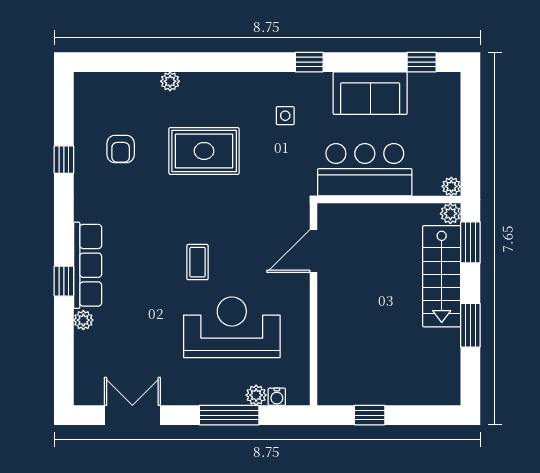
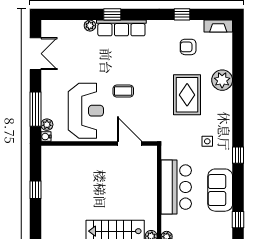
plant: (170, 81) -> (222, 80), width x1.87, depth x1.87
fireplace: (84, 96) -> (218, 26), added
door: (313, 251) -> (130, 144), moved
wall: (313, 304) -> (99, 144), moved

